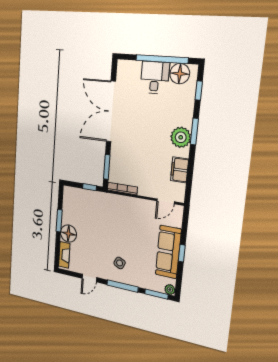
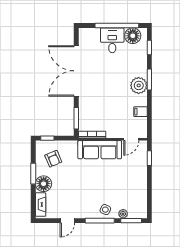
filing cabinet: (180, 170) -> (140, 112), width x0.50
window: (90, 187) -> (47, 138), moved
armchair: (80, 208) -> (53, 159), added
sofa: (168, 252) -> (100, 150), moved, turned -90
window: (182, 253) -> (149, 158), moved
side table: (120, 263) -> (105, 210), moved
plant: (170, 290) -> (123, 214), moved

